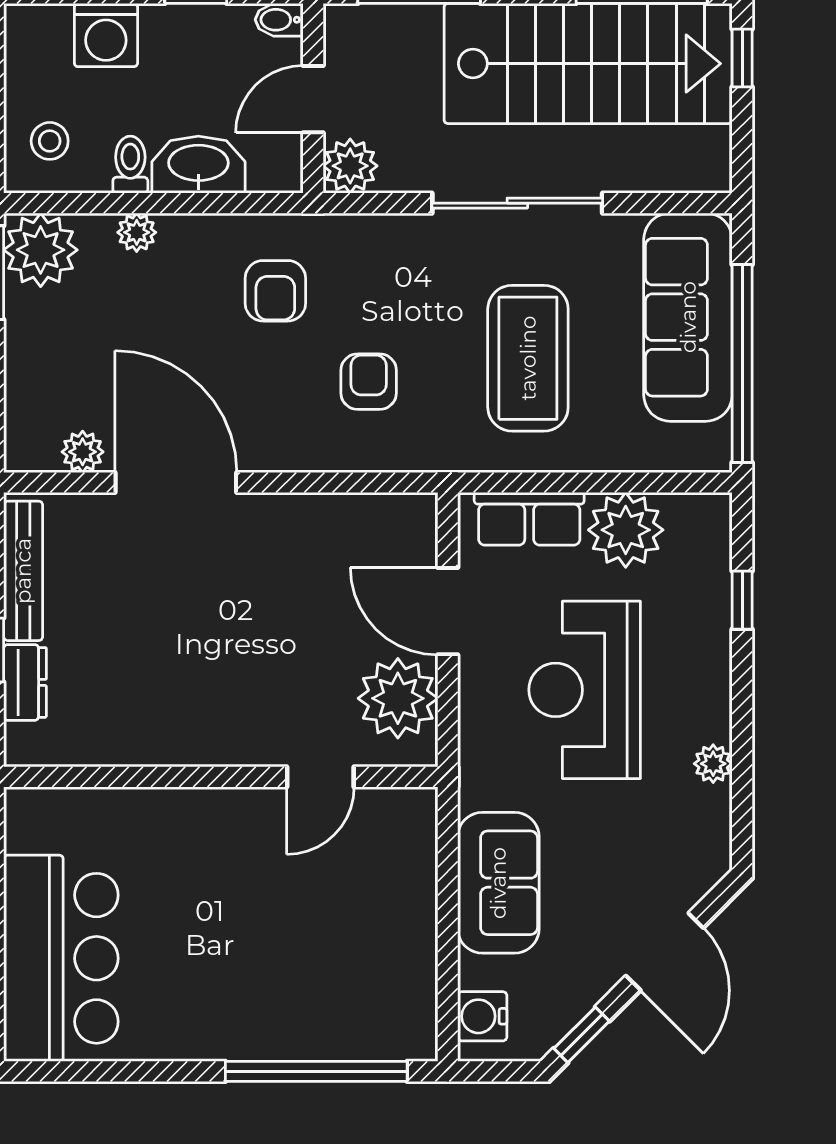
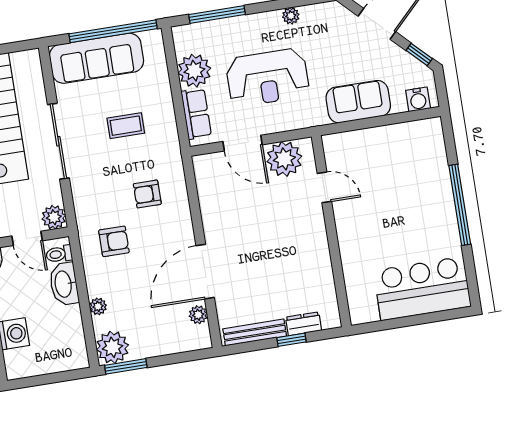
stool: (50, 141) -> (64, 351), removed
toilet: (130, 165) -> (59, 254), moved
coffee table: (528, 358) -> (126, 126), width x0.54, depth x0.58
window: (742, 600) -> (217, 15), width x2.17
door: (448, 611) -> (243, 143), hinge flipped
window: (316, 1071) -> (460, 205), moved

